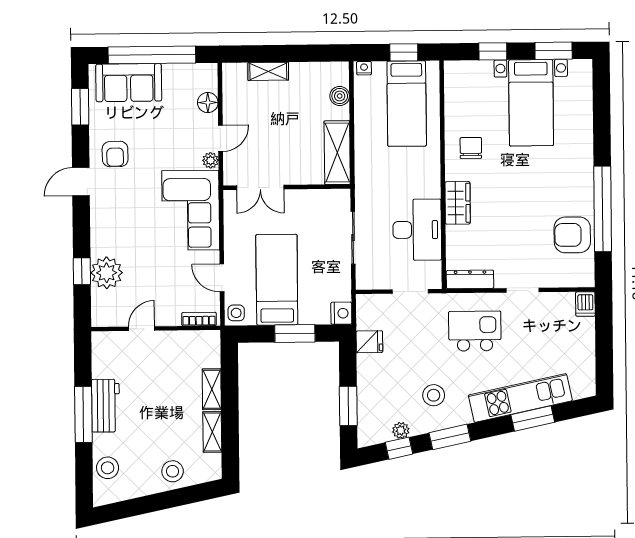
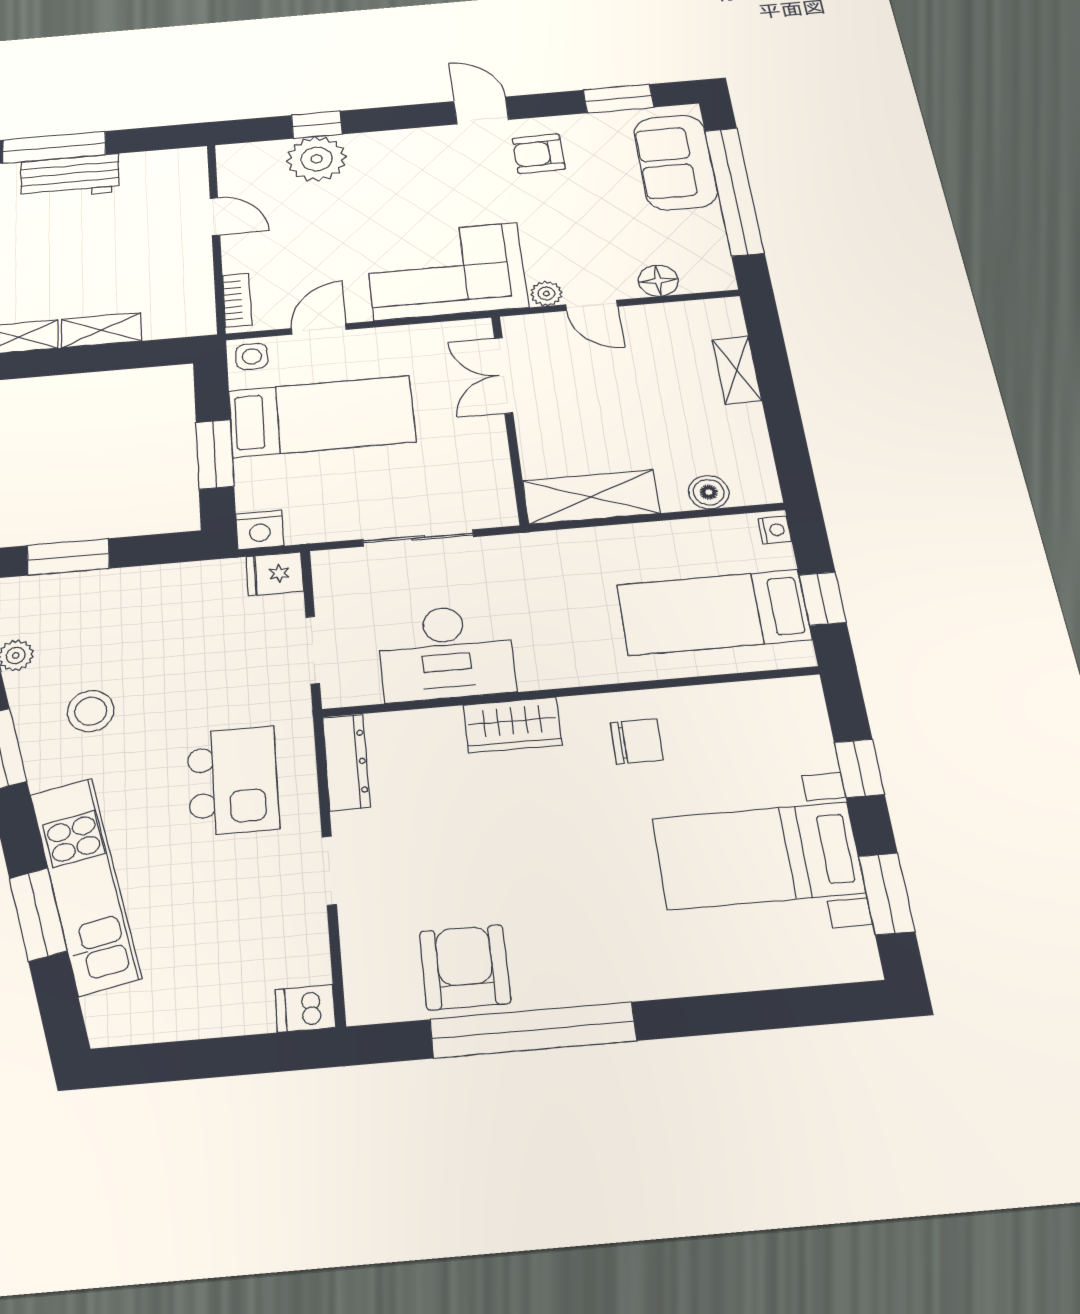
fridge: (369, 342) -> (275, 574), moved, turned 90

